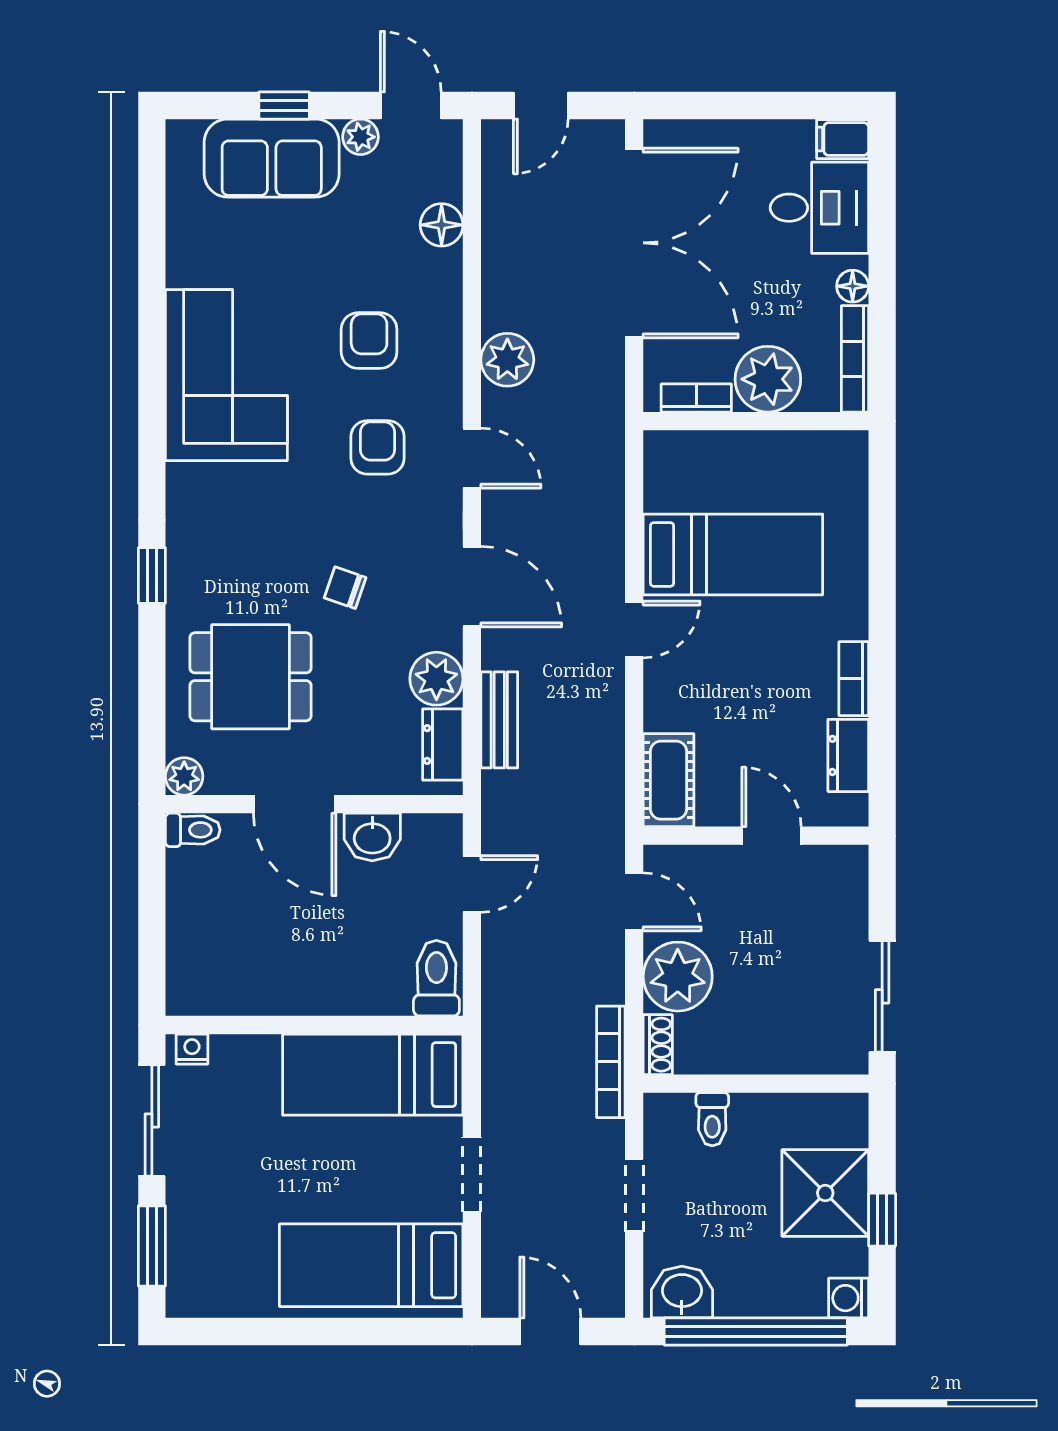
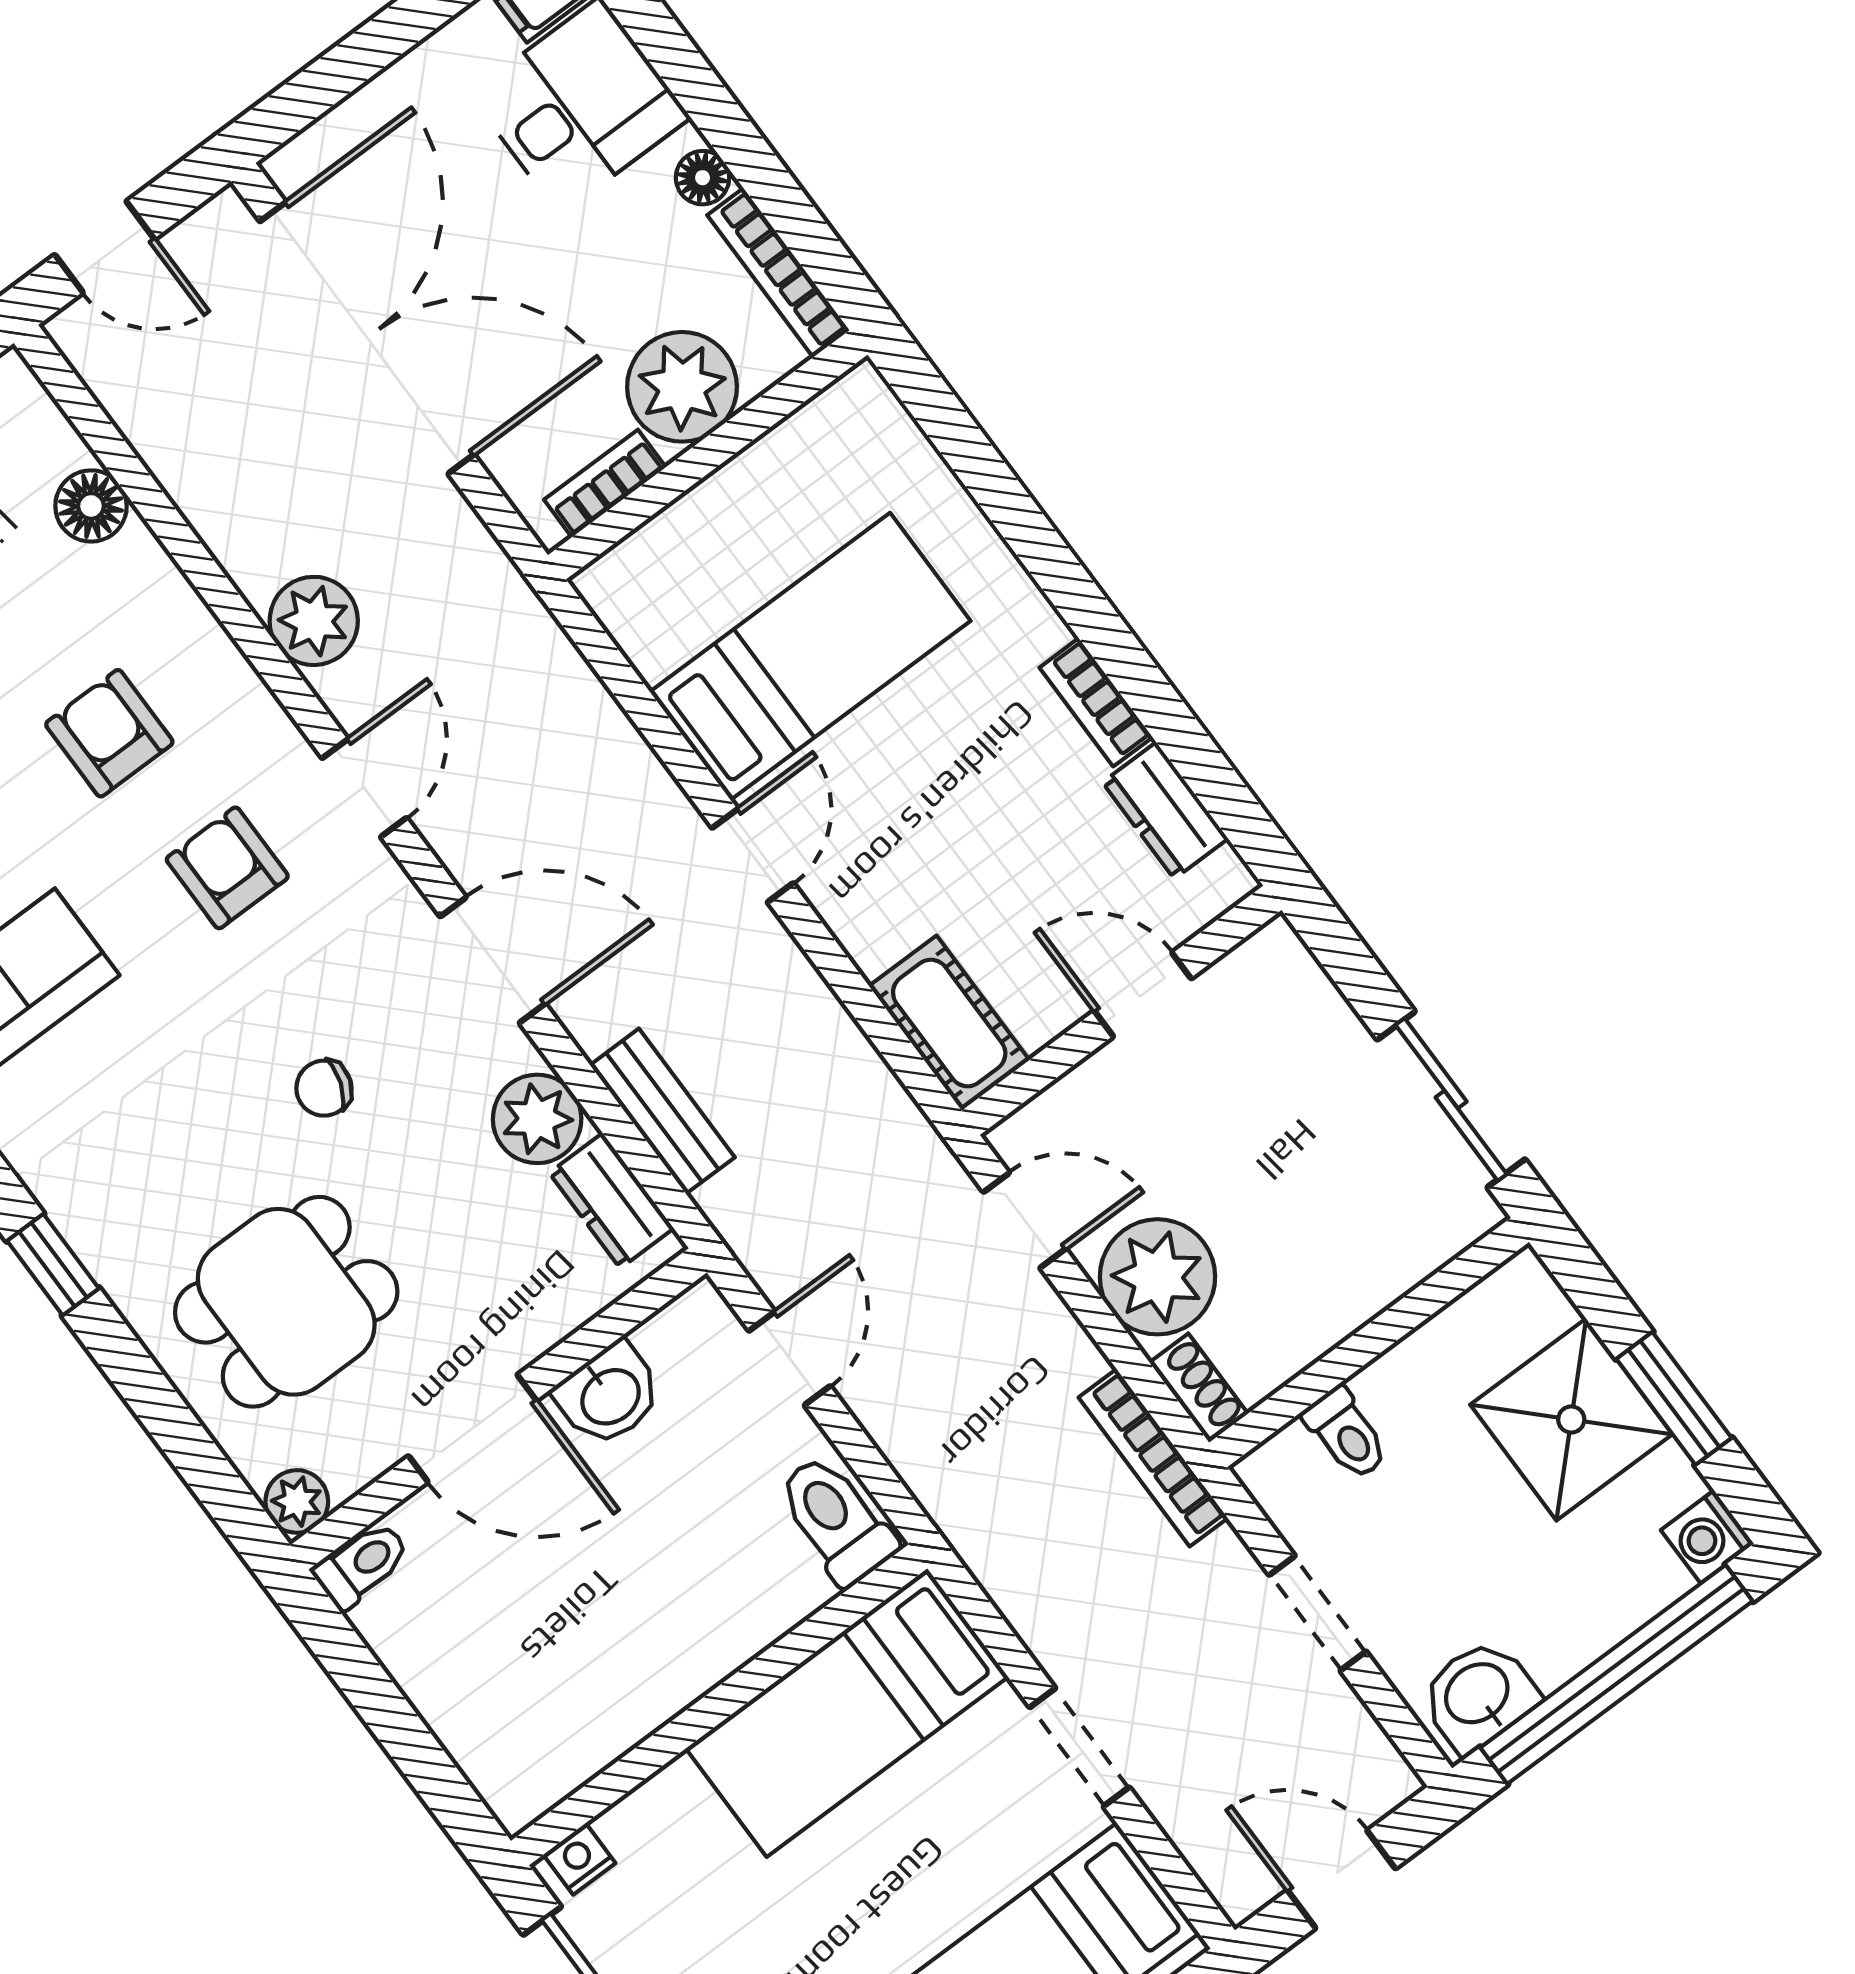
door: (541, 106) -> (105, 247), hinge flipped
door: (472, 458) -> (364, 788), hinge flipped
window: (882, 1220) -> (1674, 1398), width x1.50

